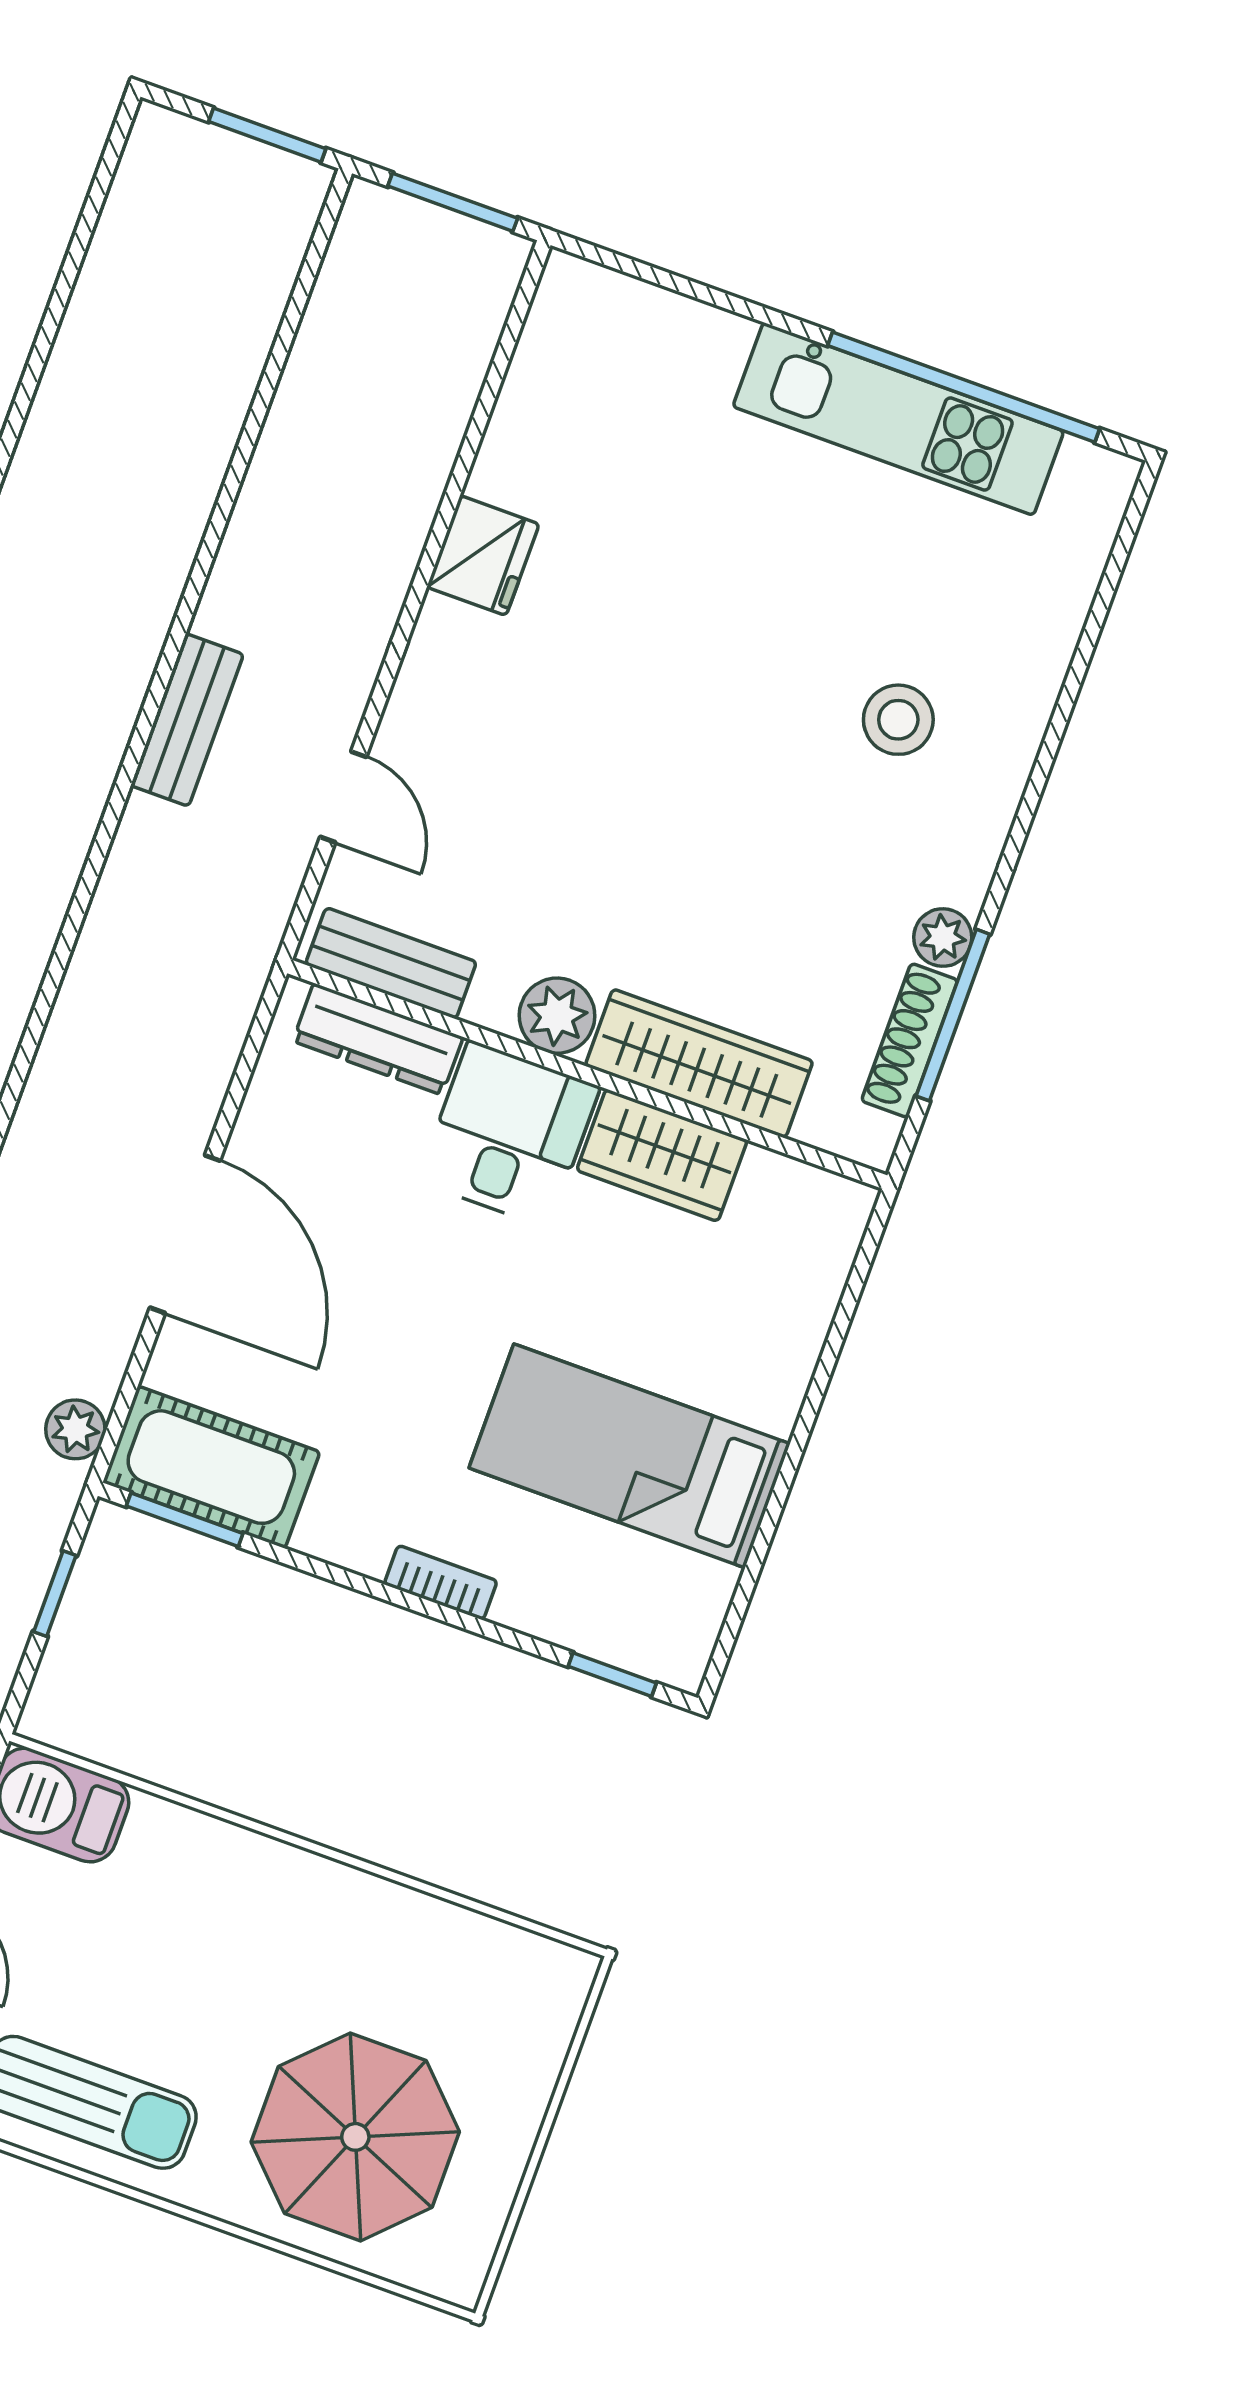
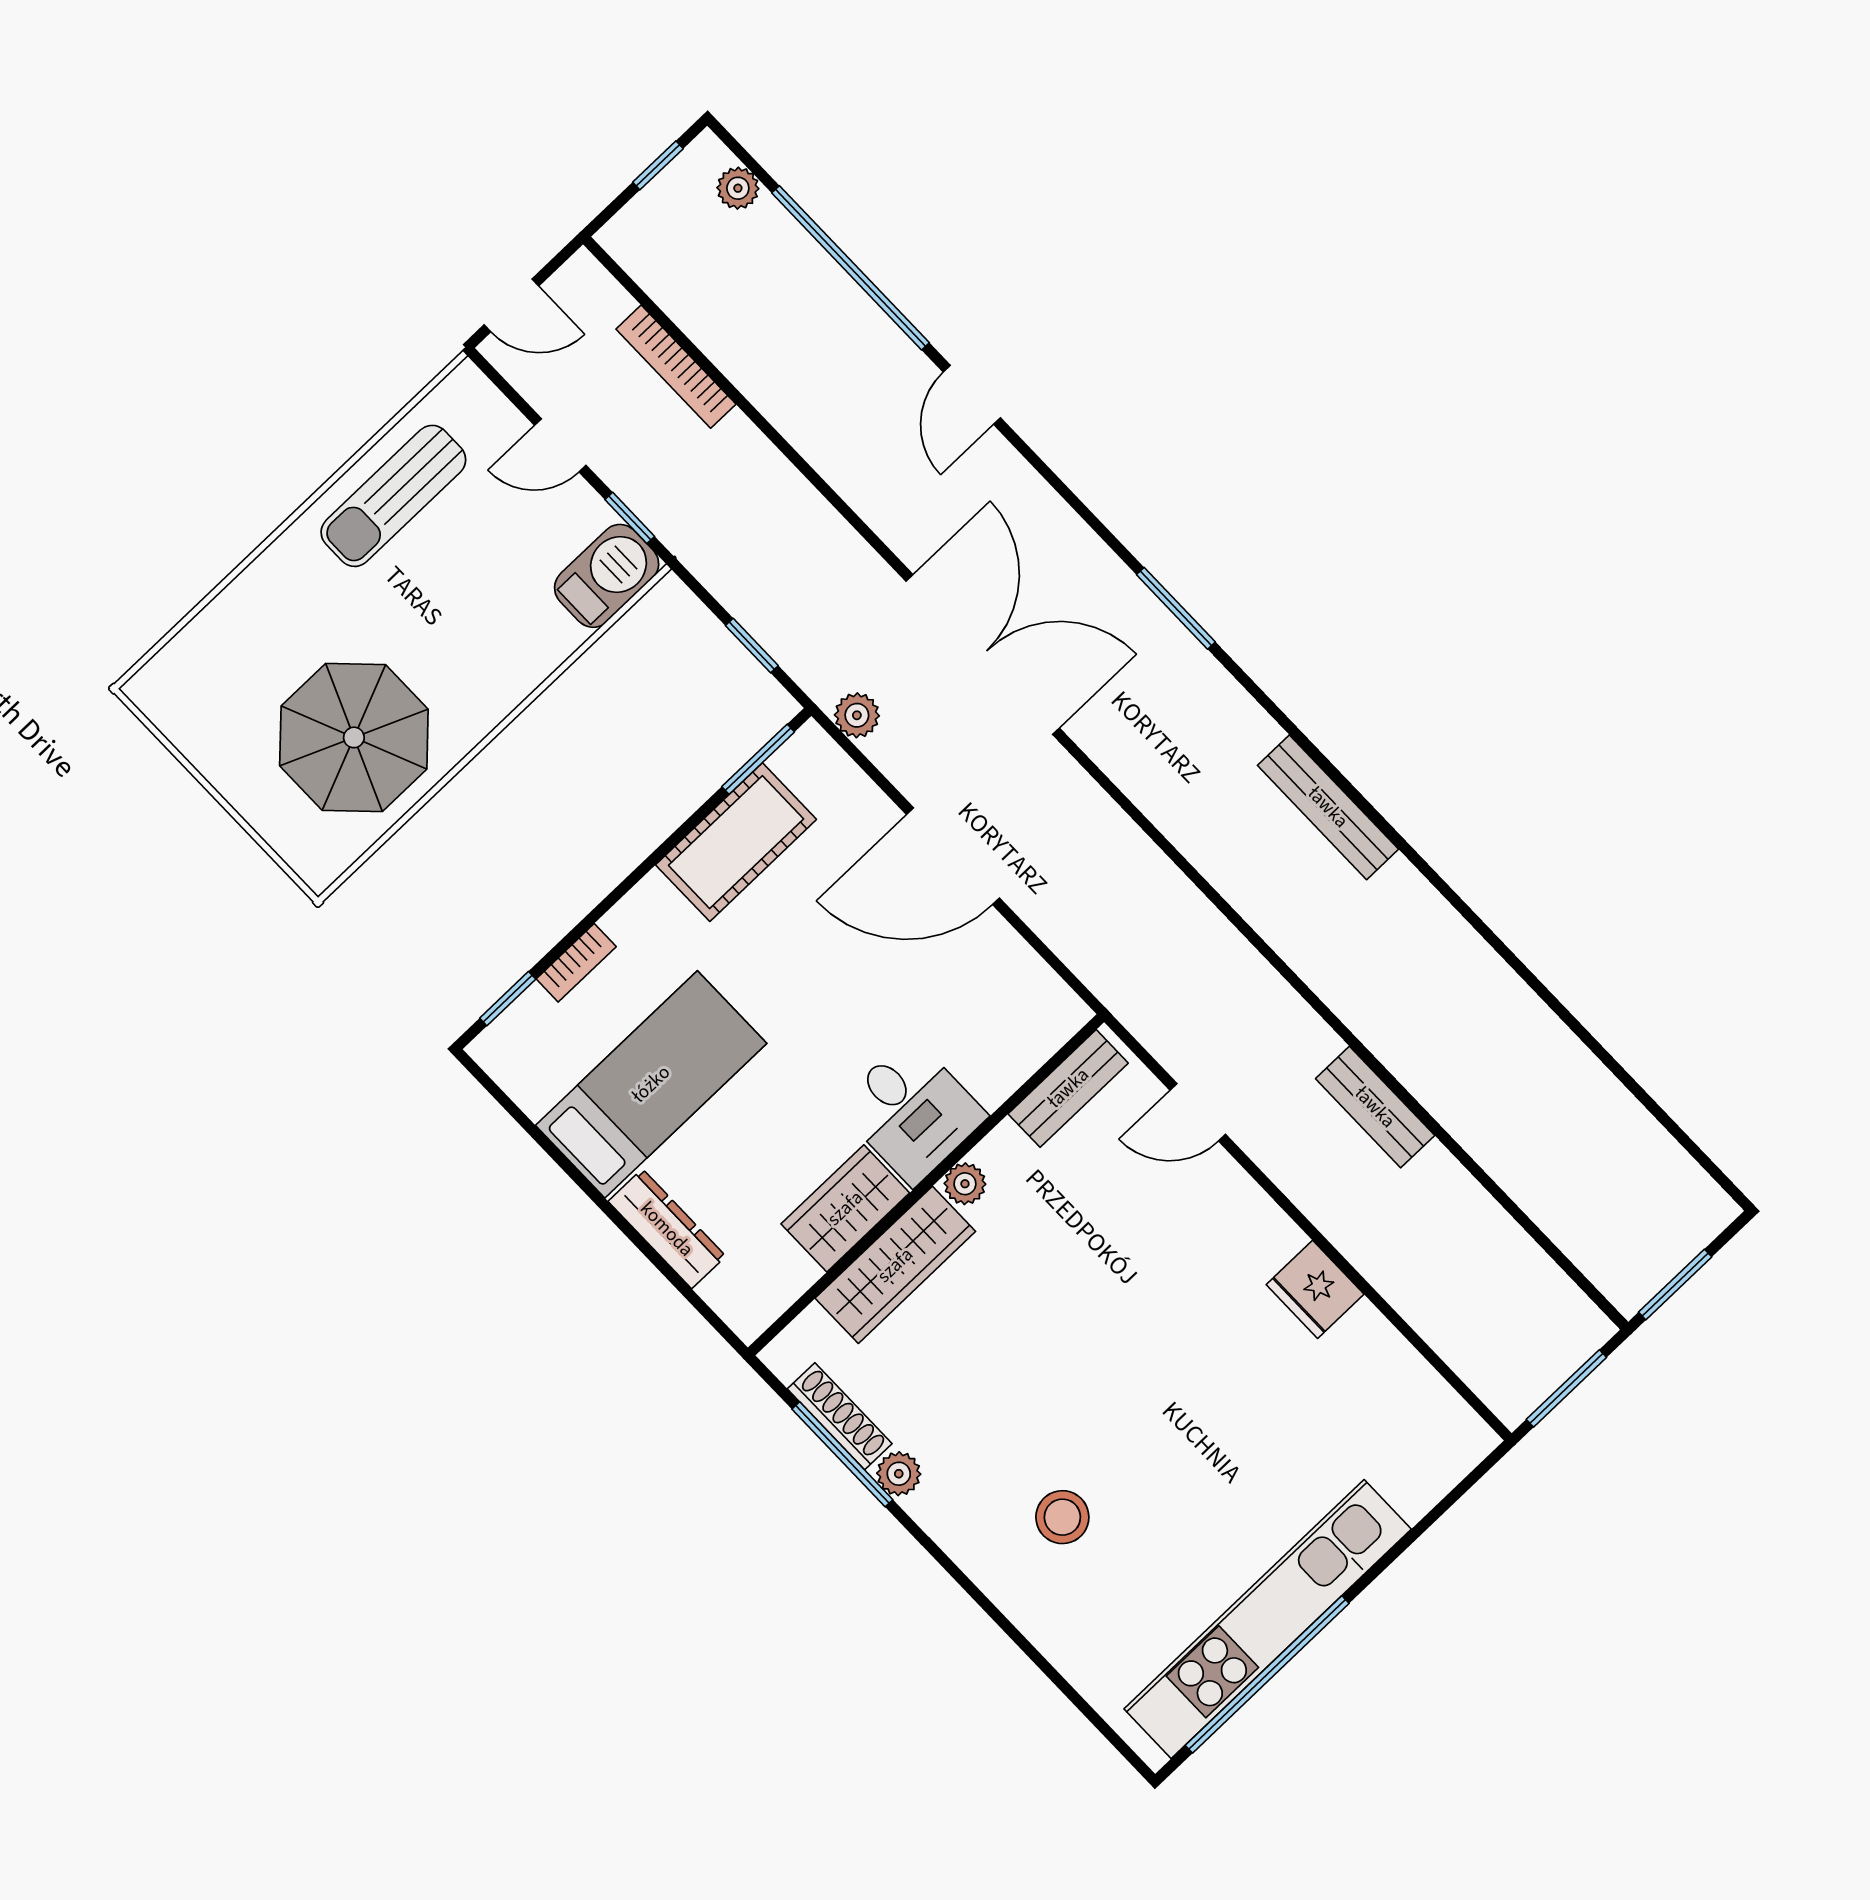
kitchen unit: (898, 419) -> (1268, 1619), width x1.36
bench: (187, 720) -> (1375, 1107), moved
plant: (557, 1016) -> (965, 1184), width x0.73, depth x0.73
dresser: (378, 1039) -> (667, 1229), moved, turned 90
cot: (211, 1467) -> (736, 842), moved
bookcase: (441, 1583) -> (576, 963), moved
parasol: (355, 2137) -> (354, 737), moved

